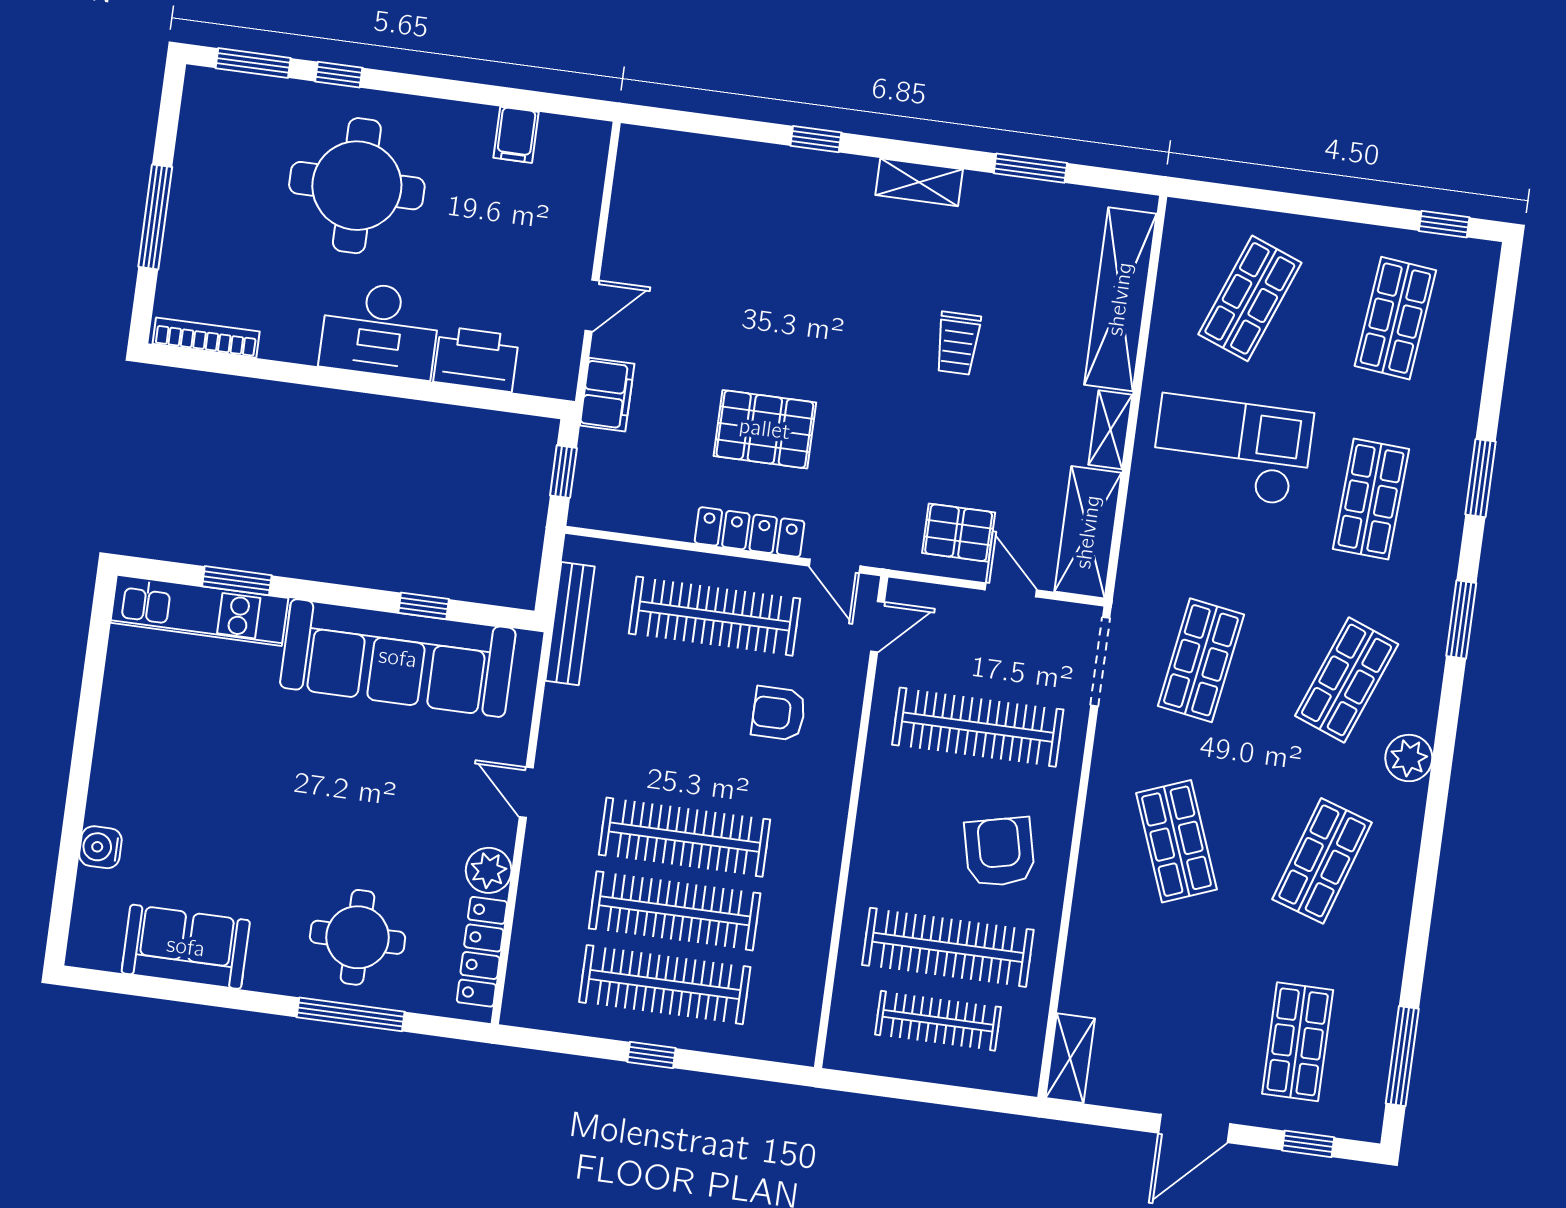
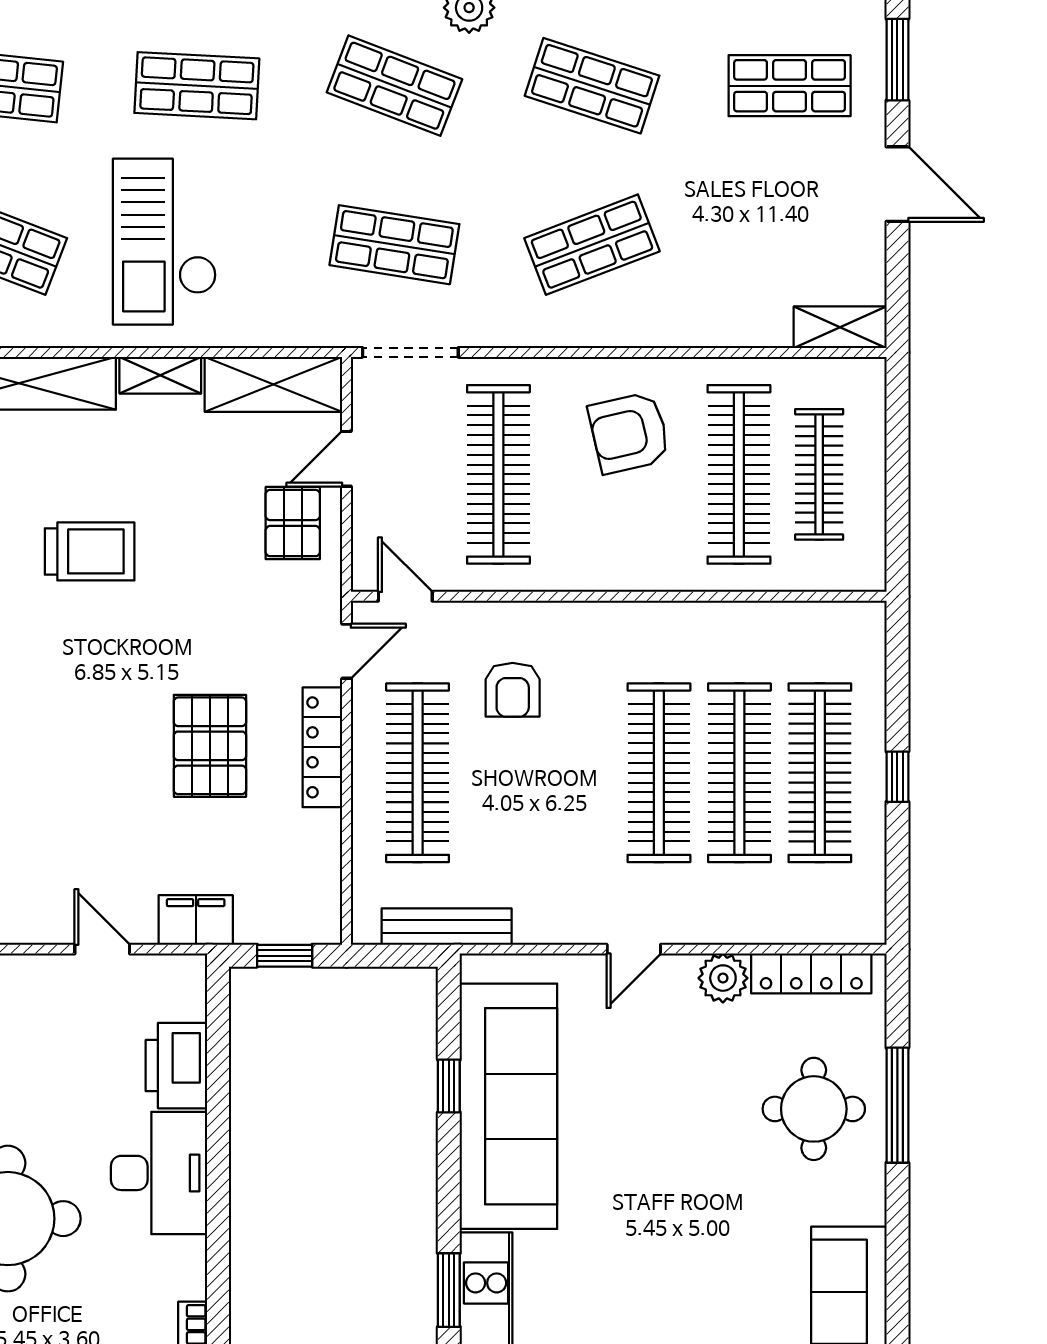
trolley: (958, 343) -> (90, 551), width x1.36, depth x1.39
window: (1308, 1144) -> (897, 60), width x1.50

